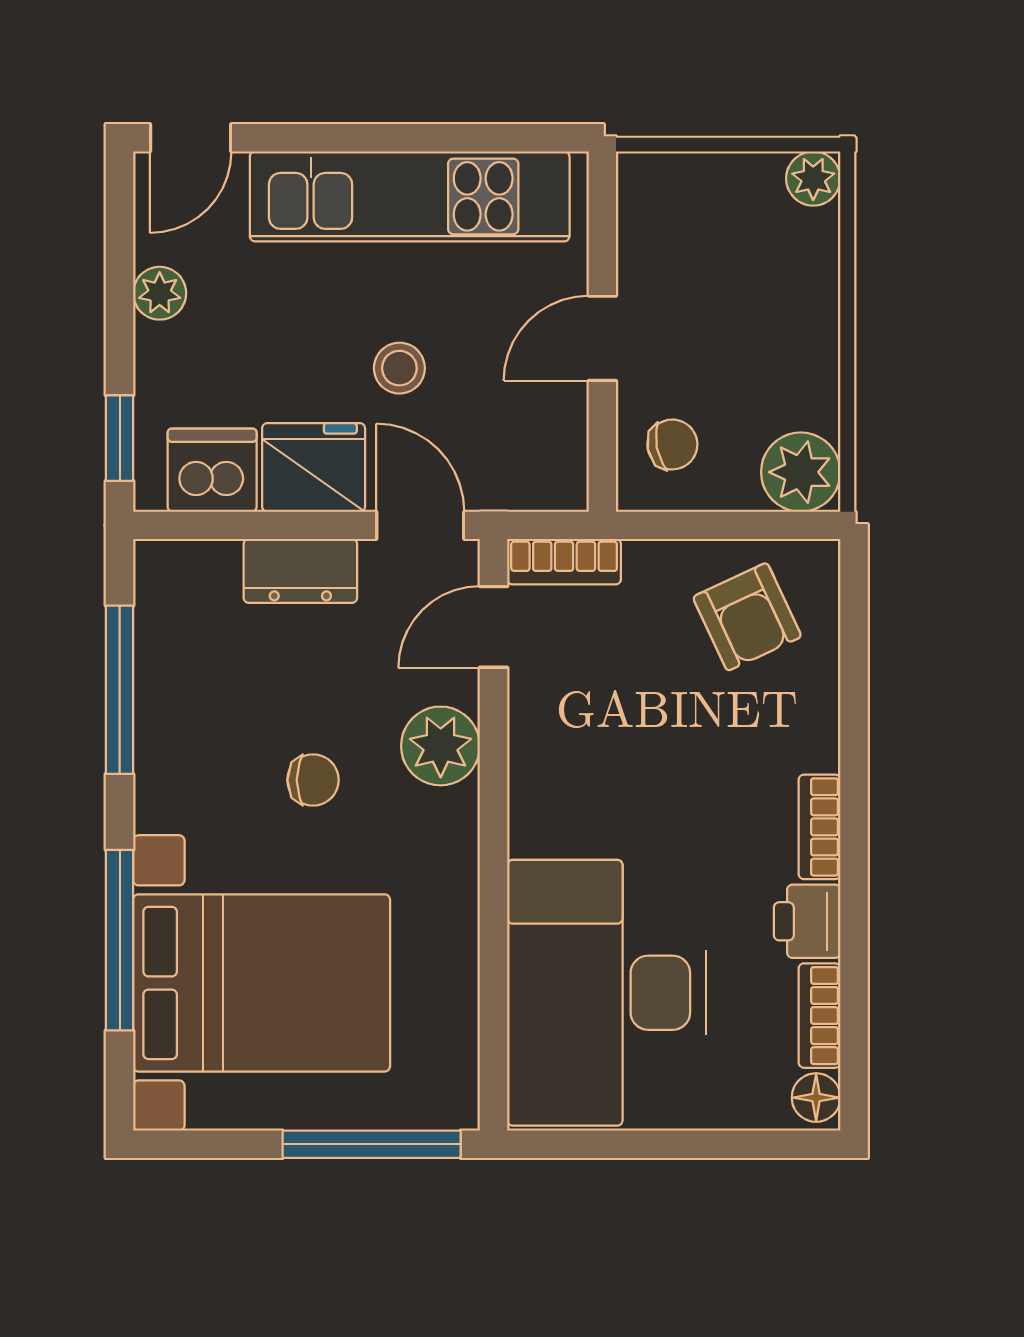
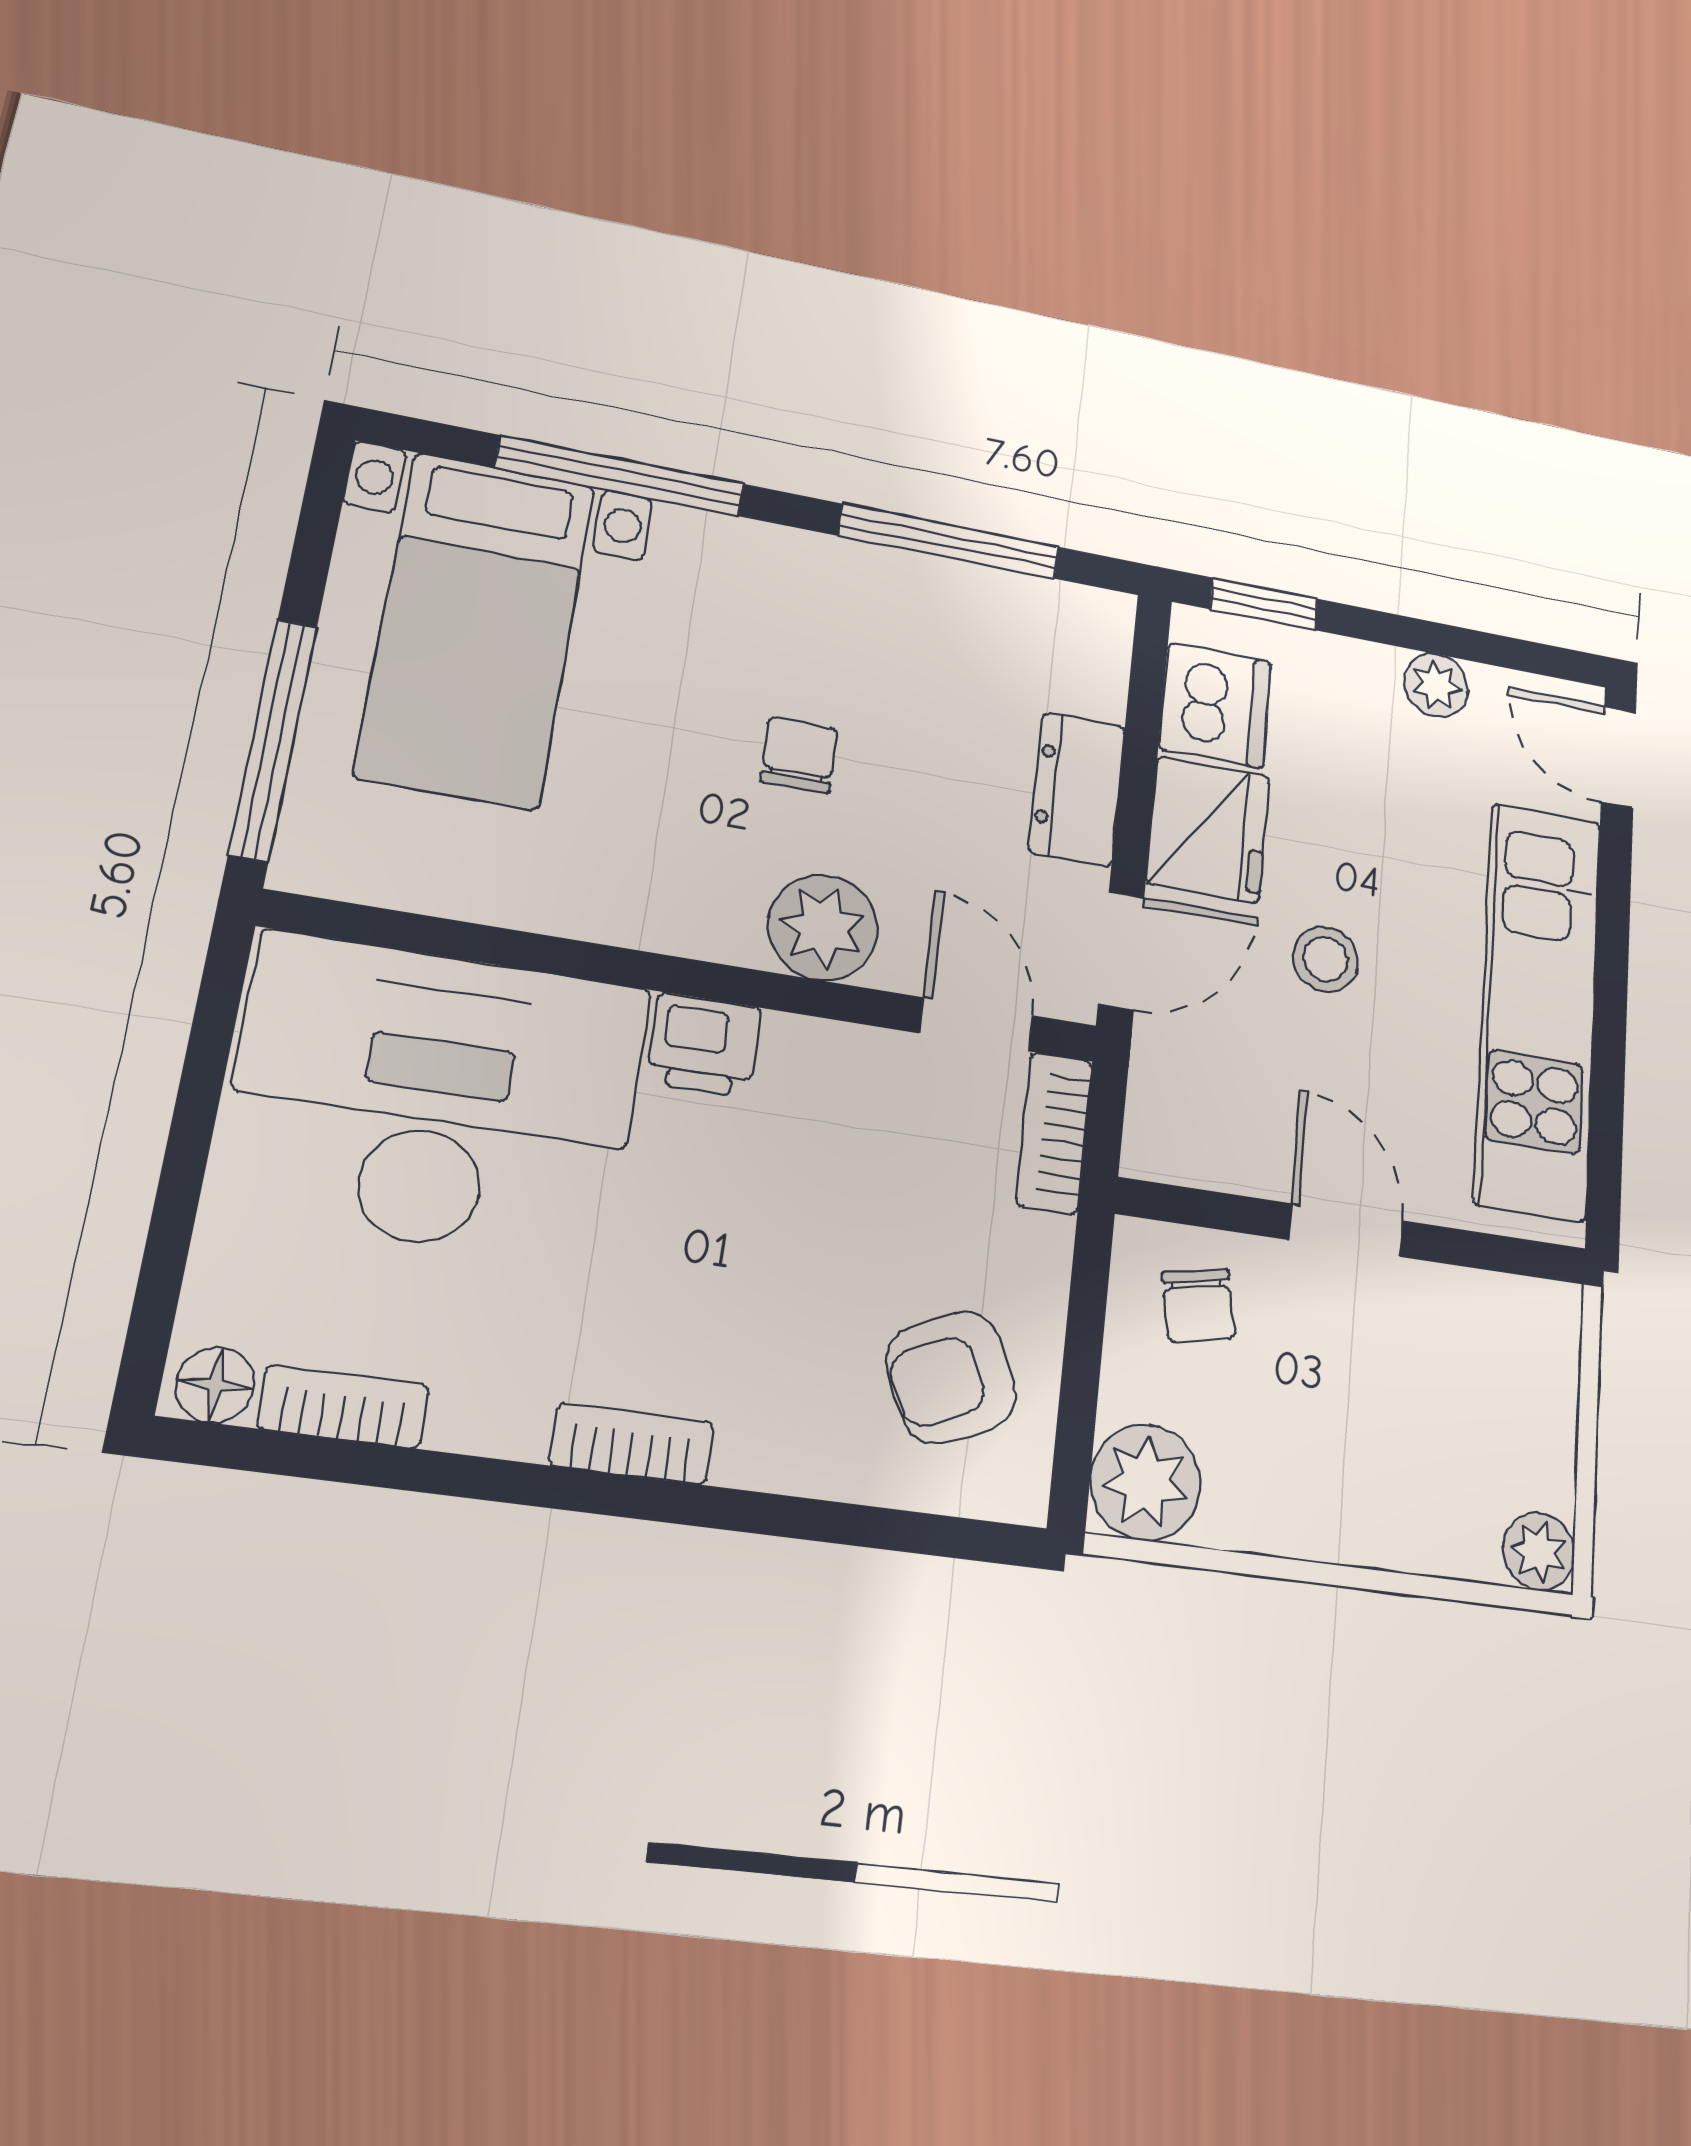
chair: (313, 780) -> (799, 755), turned 180
printer: (807, 921) -> (704, 1045), moved, turned 180
bed with nightstands: (262, 983) -> (476, 629), width x0.73

